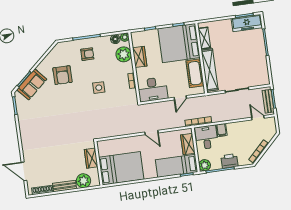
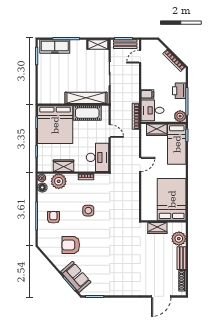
freezer: (247, 23) -> (55, 47), moved, turned 90
shelving: (204, 38) -> (98, 45), moved
armchair: (62, 75) -> (71, 245), turned 180

